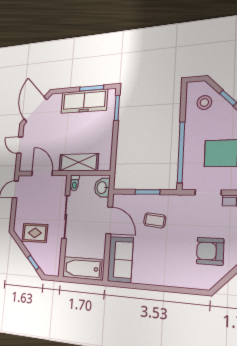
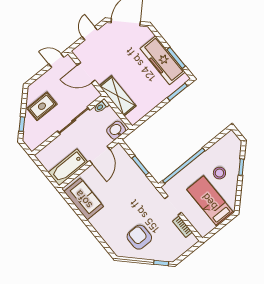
stool: (204, 103) -> (219, 173), moved
door: (42, 173) -> (86, 73), swing flipped
coffee table: (155, 220) -> (127, 186), removed
rug: (35, 233) -> (42, 106), turned 90
sofa: (120, 259) -> (84, 199), moved, turned -90
bathtub: (82, 268) -> (68, 167), moved, turned -90

